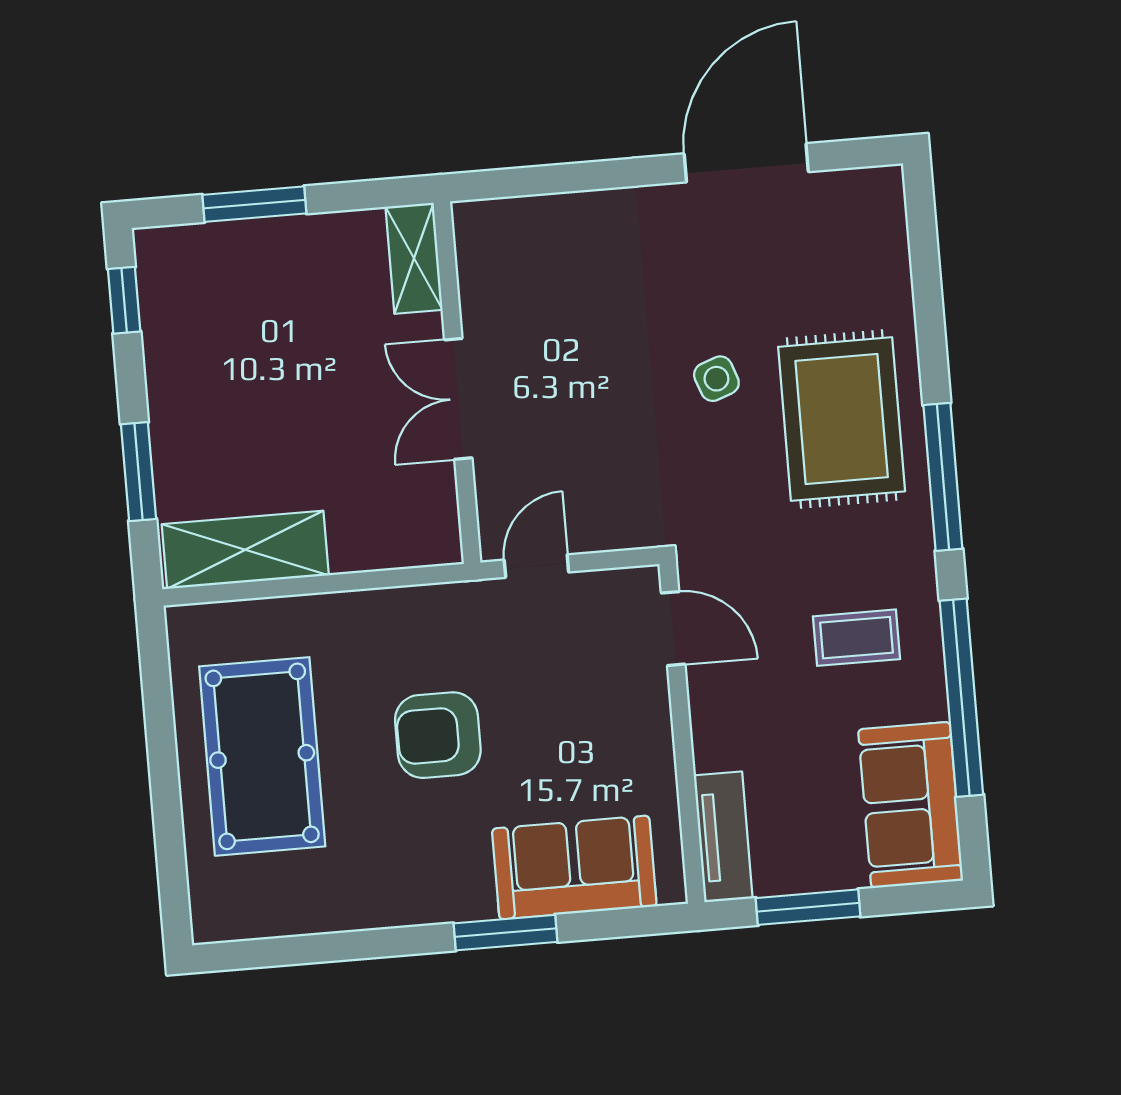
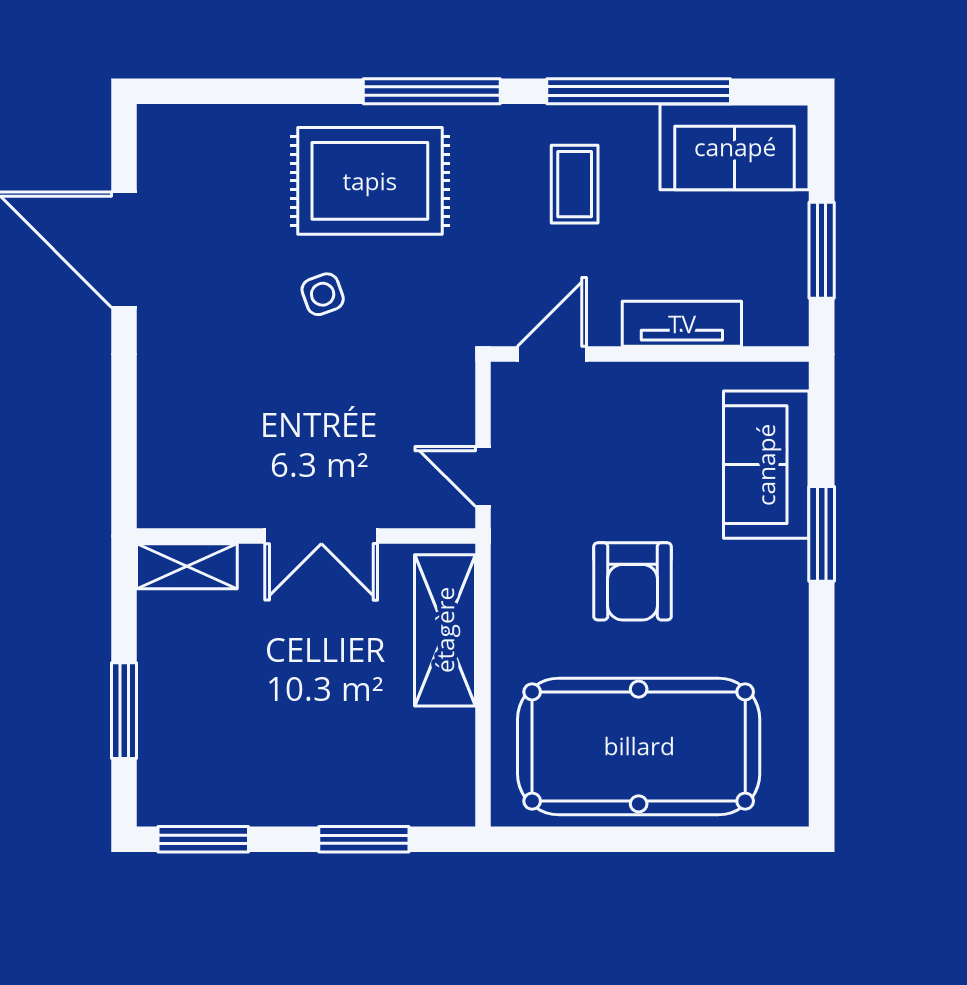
window: (124, 300) -> (203, 839), width x1.50
shelving: (245, 550) -> (445, 630), moved
pool table: (262, 756) -> (639, 746), width x1.36, depth x1.32
tv unit: (723, 837) -> (682, 324), moved

